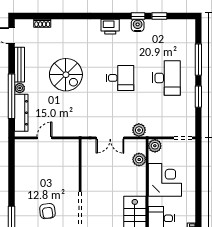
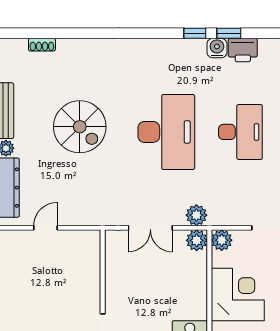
water cooler: (138, 25) -> (217, 48), moved
printer: (110, 27) -> (243, 50), moved
desk: (120, 78) -> (166, 132), width x1.87, depth x1.30
plant: (139, 160) -> (197, 240), moved

